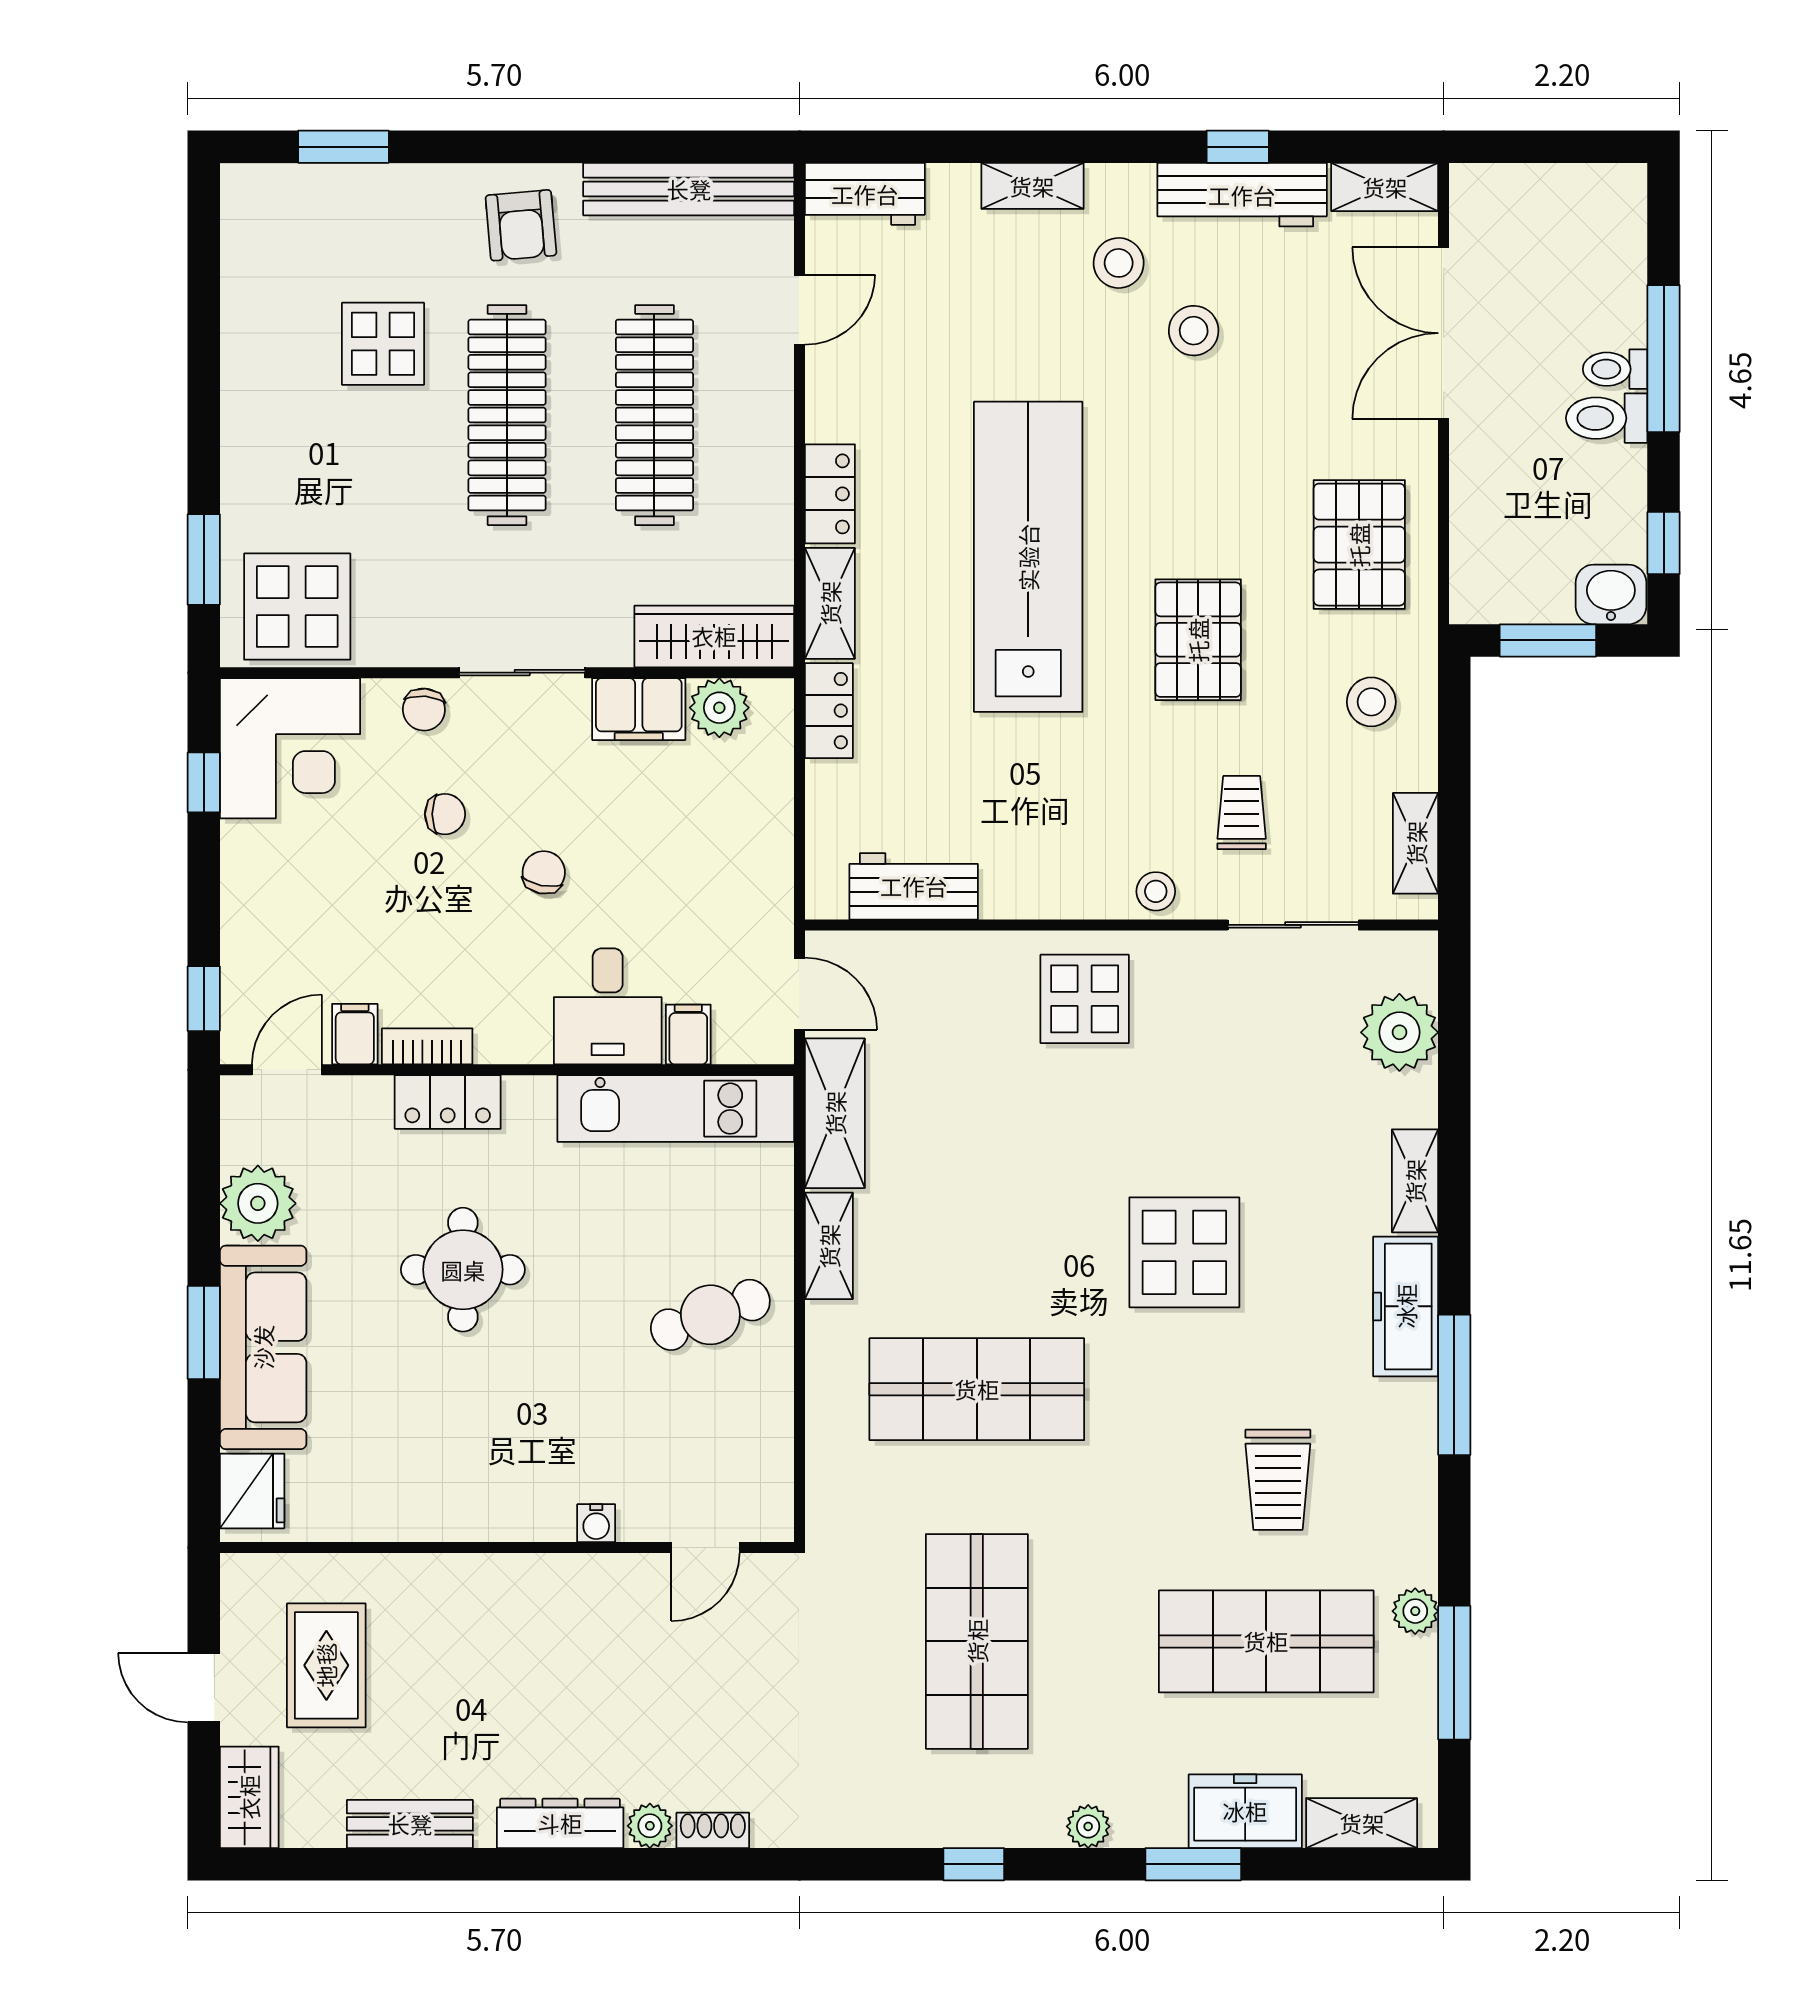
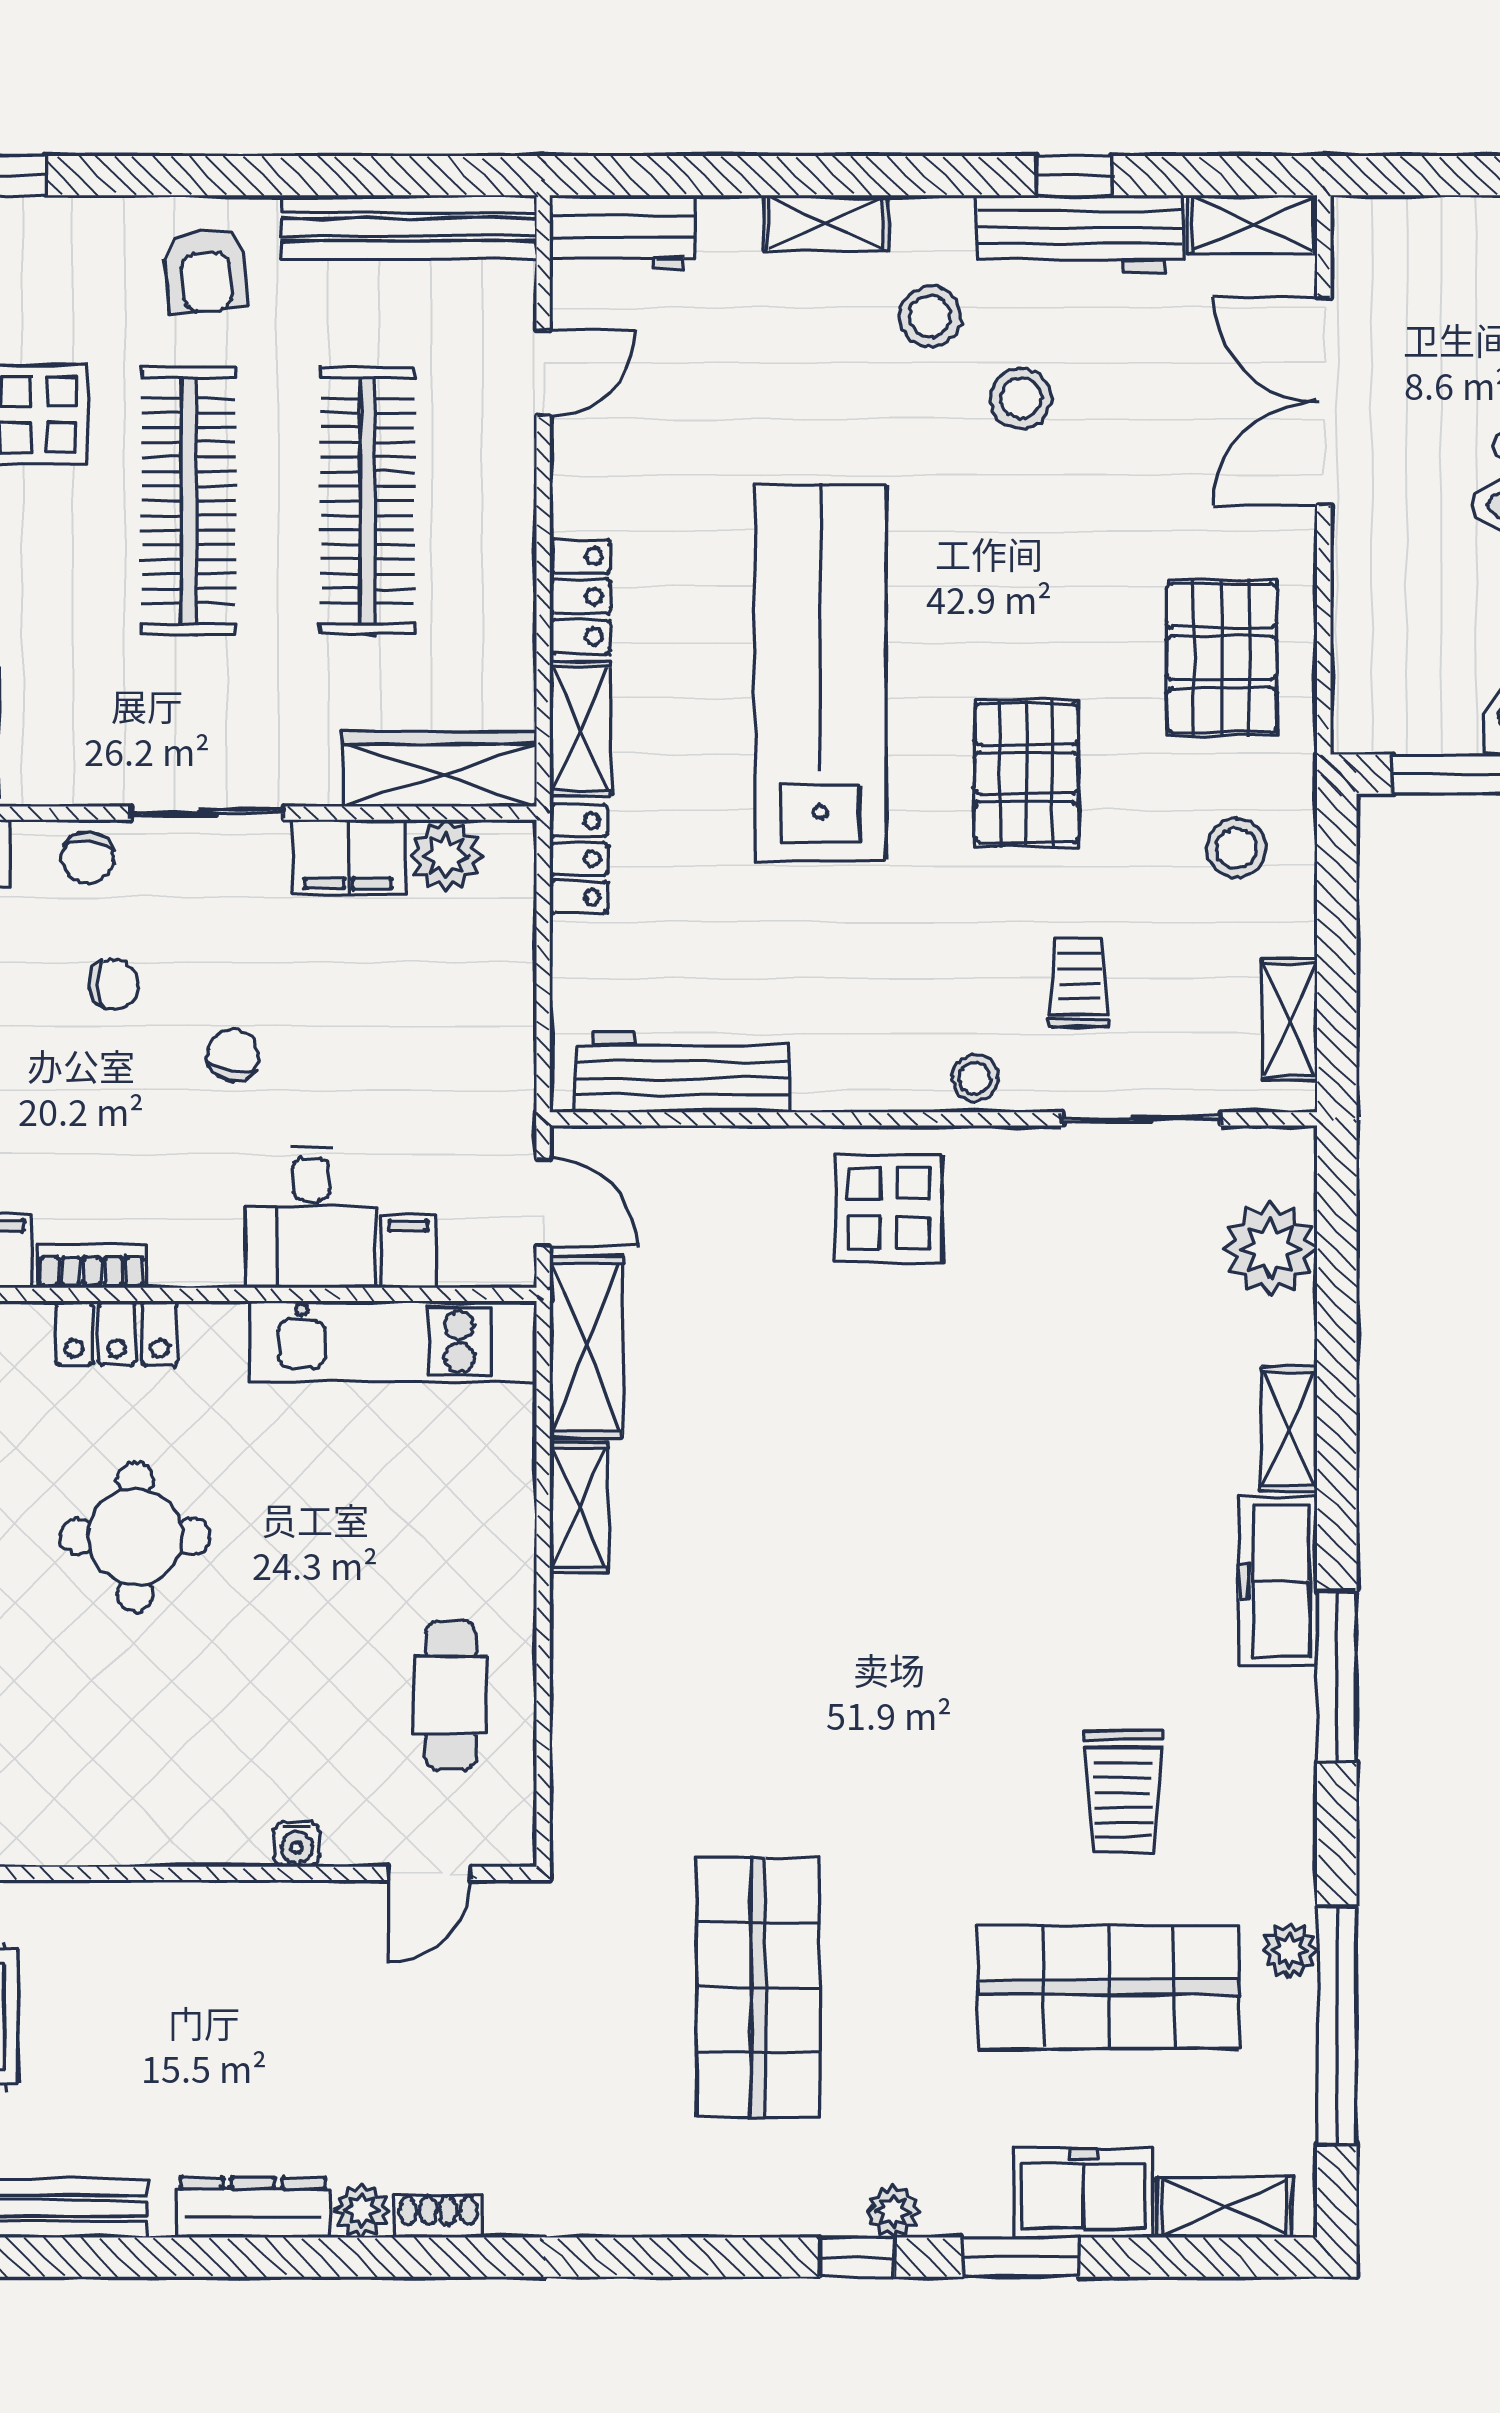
workbench: (914, 886) -> (682, 1072), width x1.38
display table: (1184, 1252) -> (1010, 1516), removed
cafe table: (710, 1315) -> (451, 1695), moved, turned -70
shop shelf: (977, 1389) -> (758, 1681), removed
window: (1454, 1673) -> (1337, 2025), width x1.46
window: (974, 1864) -> (857, 2257), moved

